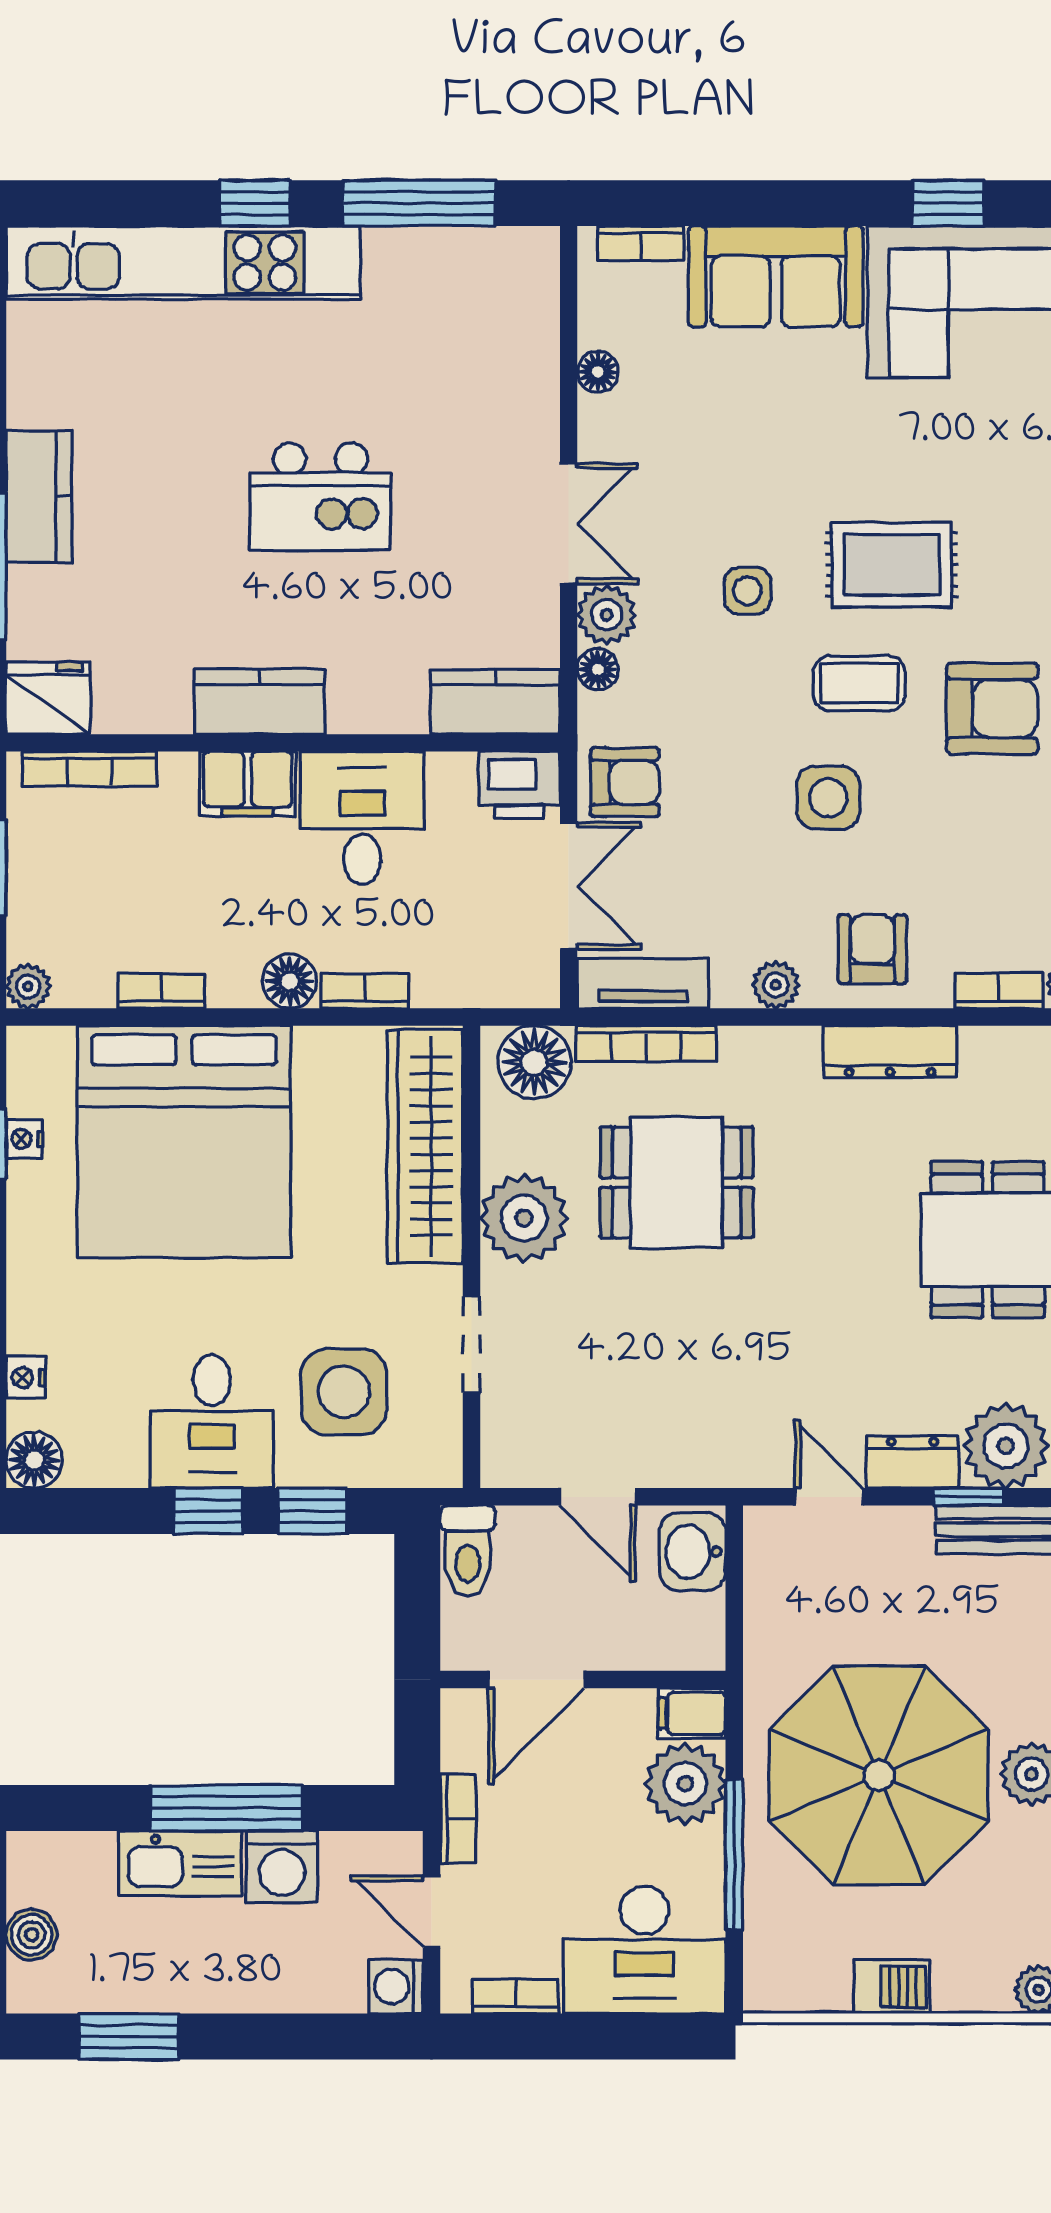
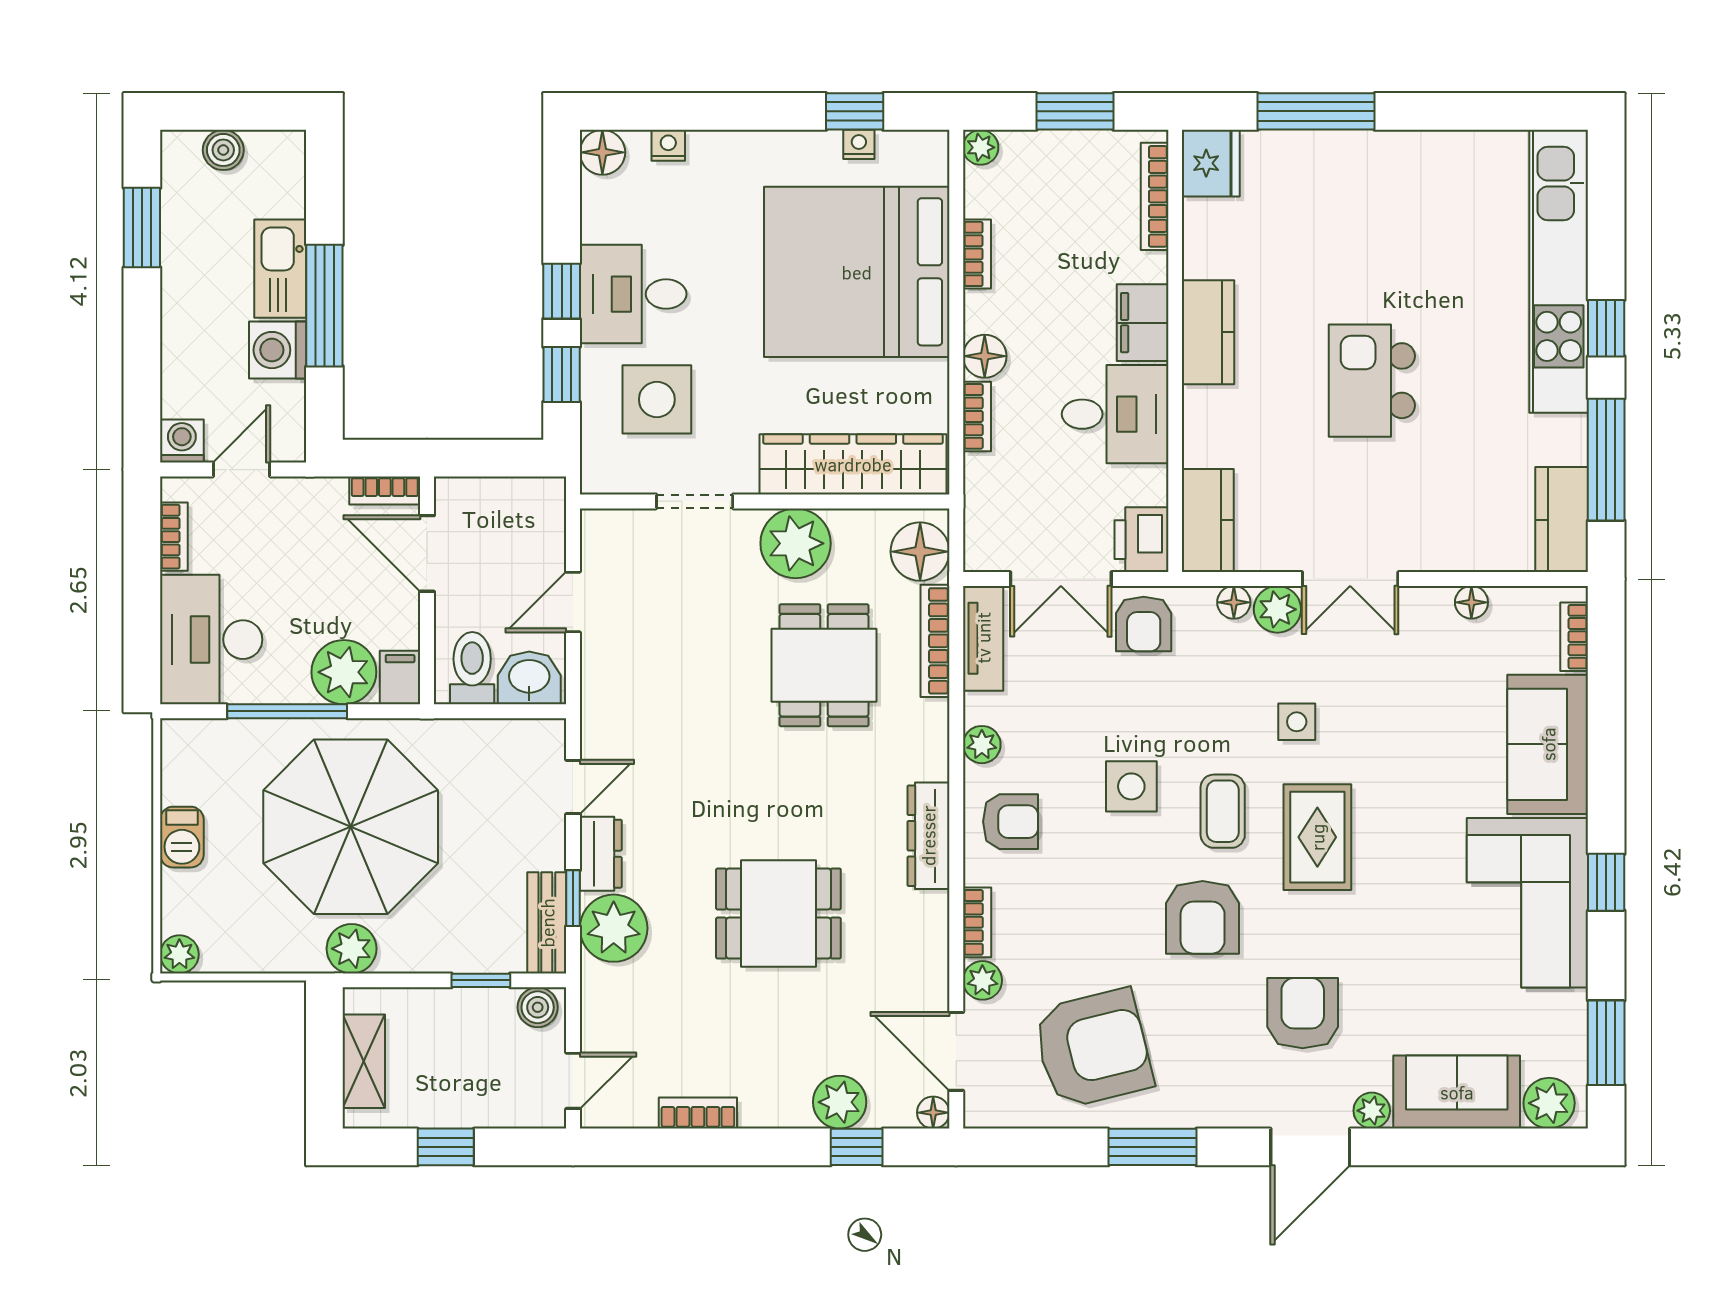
kitchen counter: (39, 496) -> (1562, 520), moved, turned 90
toilet: (468, 1551) -> (472, 668), moved, turned 90
bookcase: (458, 1819) -> (385, 491), moved

